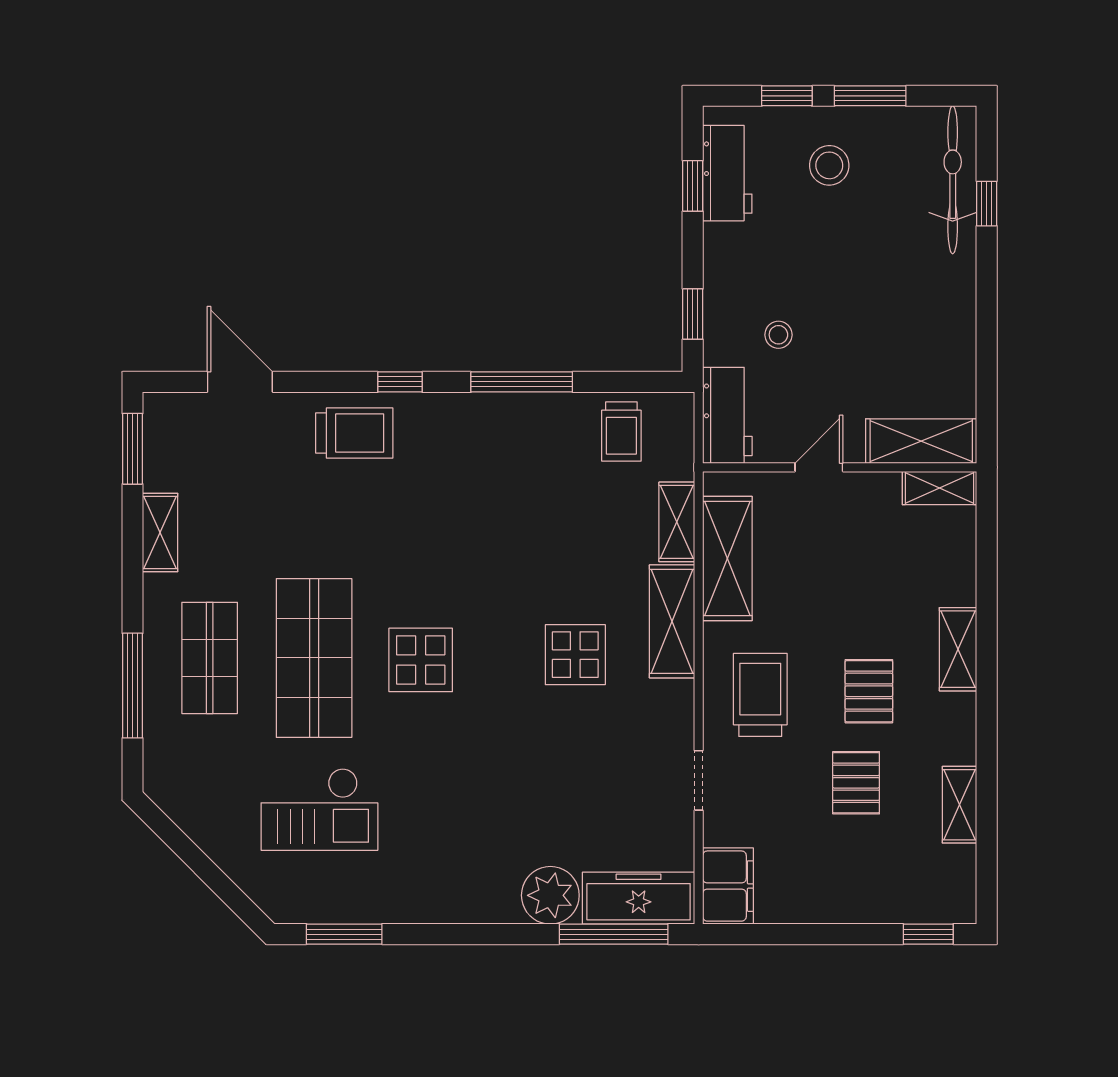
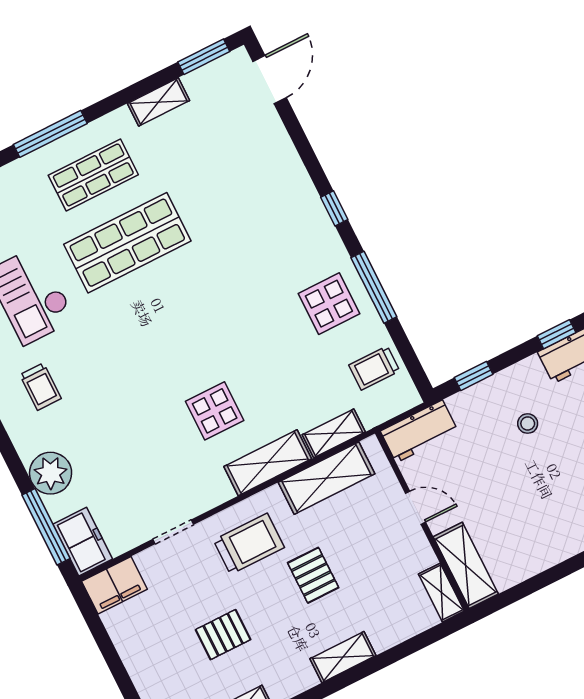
stool: (778, 335) -> (528, 424), moved
door: (240, 382) -> (269, 79), moved
trolley: (354, 433) -> (40, 387), moved, width x0.73, depth x0.72
display table: (421, 660) -> (329, 304), moved
pallet: (869, 691) -> (313, 575), moved, turned 90
freezer: (639, 898) -> (83, 542), width x0.71

